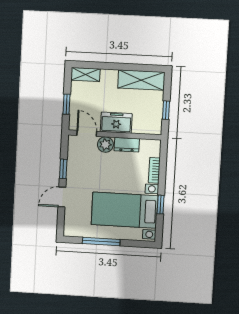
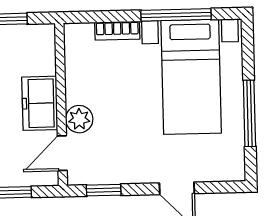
dresser: (127, 145) -> (77, 82), removed
window: (63, 169) -> (104, 190), moved
window: (161, 205) -> (176, 15), width x2.17

